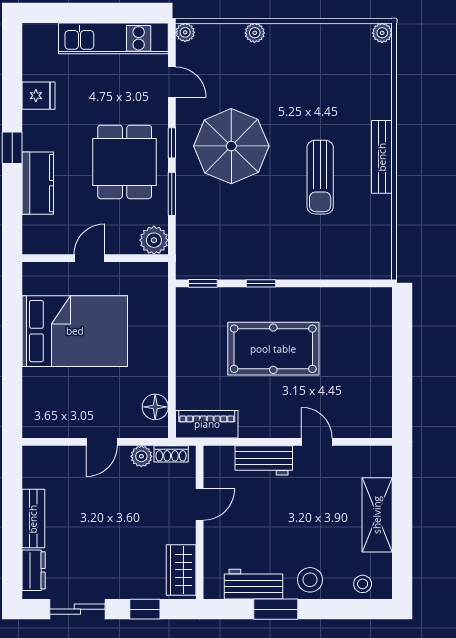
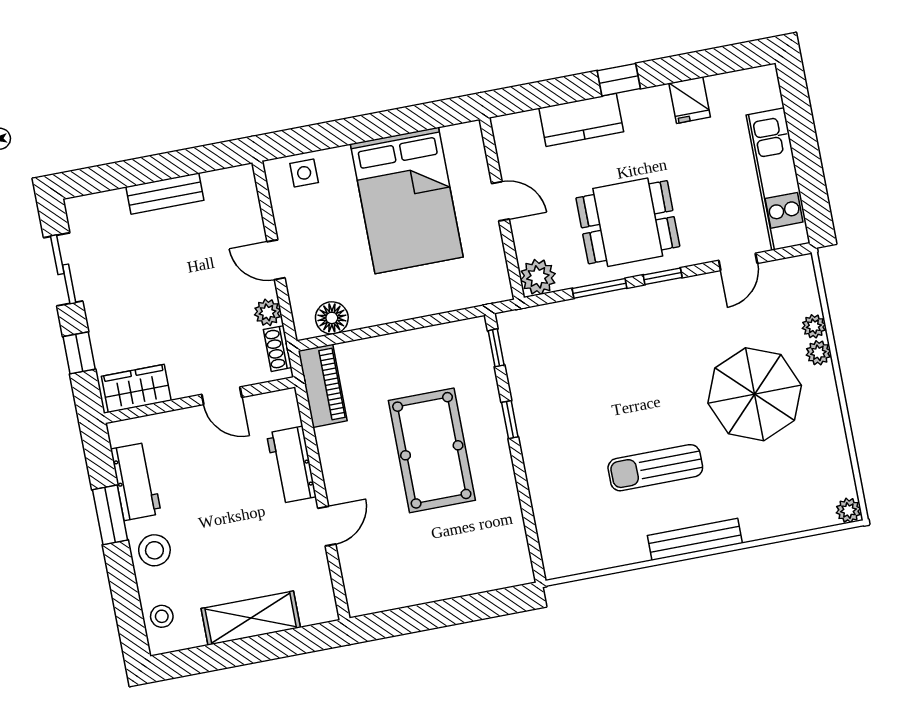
plant: (185, 32) -> (814, 326), moved
parasol: (231, 146) -> (755, 394), moved
side table: (38, 407) -> (304, 173), added
dresser: (34, 570) -> (101, 206), removed

